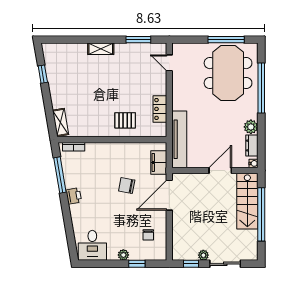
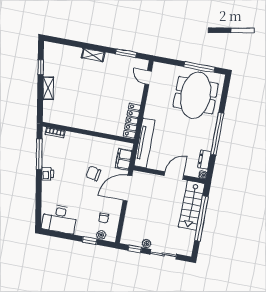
window: (261, 88) -> (217, 134), moved
locker: (160, 109) -> (132, 120), width x1.53
pallet: (125, 120) -> (102, 119), removed
shelving: (60, 122) -> (48, 88), moved
plant: (251, 127) -> (206, 144), removed
desk: (92, 245) -> (60, 219), width x1.37
plant: (123, 255) -> (101, 235), moved

